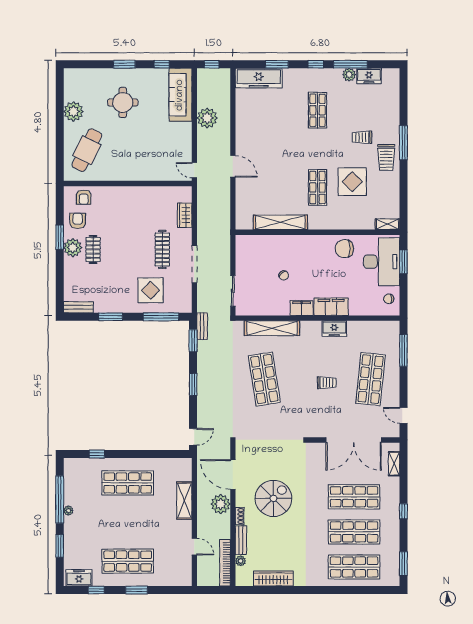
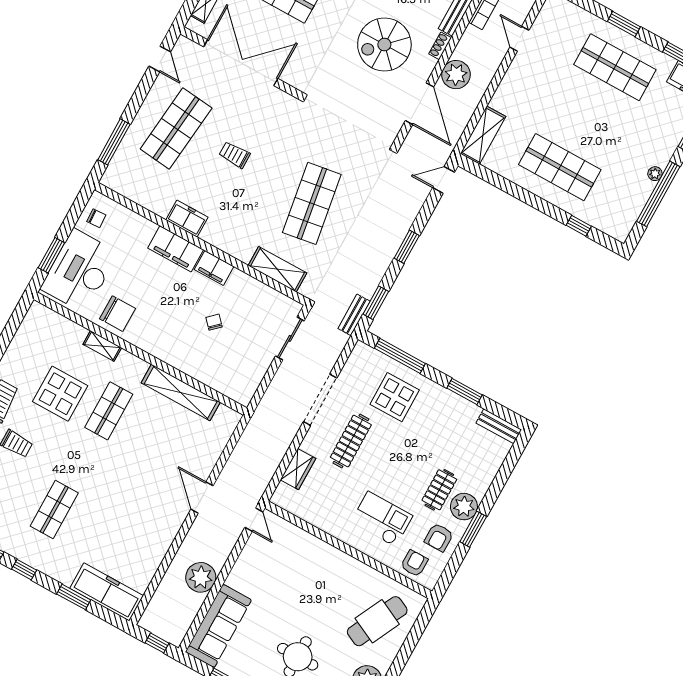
checkout: (118, 213) -> (382, 519), added
shelving: (387, 224) -> (102, 346), moved
shelving: (272, 328) -> (277, 269), width x0.68
shelving: (184, 501) -> (483, 135), moved

